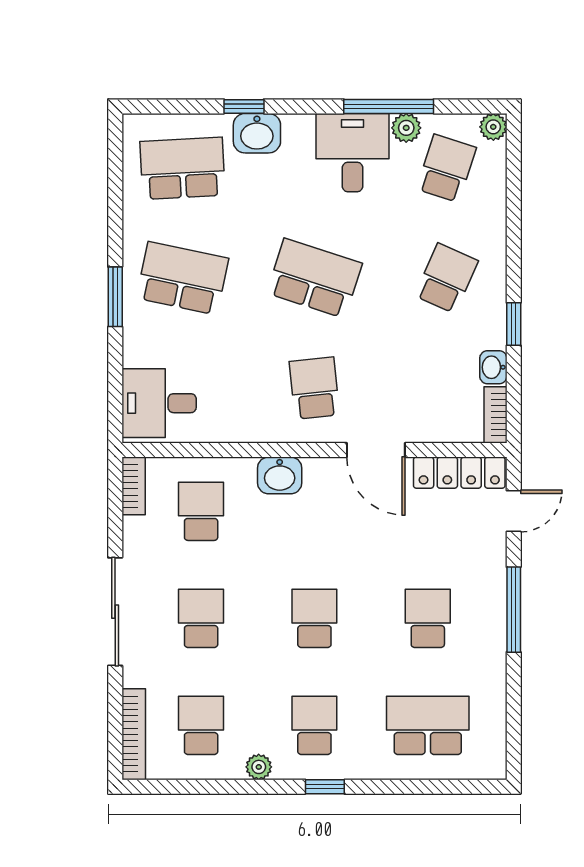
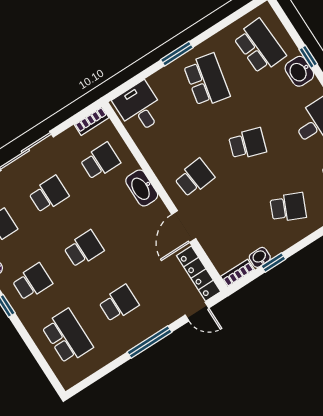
school desk: (314, 278) -> (247, 144), width x0.54
window: (514, 324) -> (273, 263), moved
washbasin: (280, 475) -> (142, 188), width x1.38

